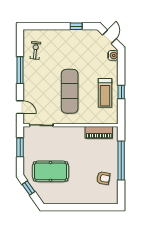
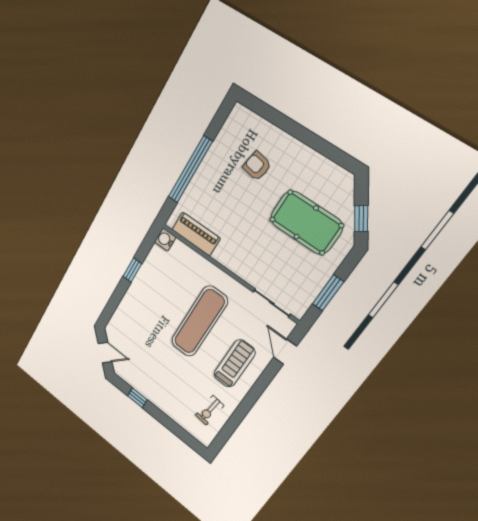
door: (109, 37) -> (105, 353), swing flipped
water cooler: (113, 55) -> (165, 240), moved
window: (20, 70) -> (249, 401), removed
treadmill: (105, 93) -> (235, 363), moved
armchair: (103, 178) -> (257, 166), moved

